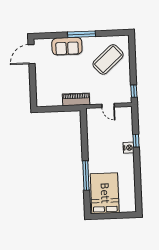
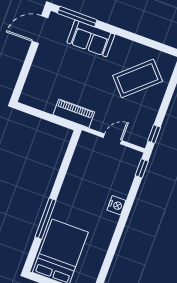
window: (81, 34) -> (77, 16), moved
door: (108, 106) -> (113, 139), swing flipped
window: (136, 141) -> (142, 168), moved

